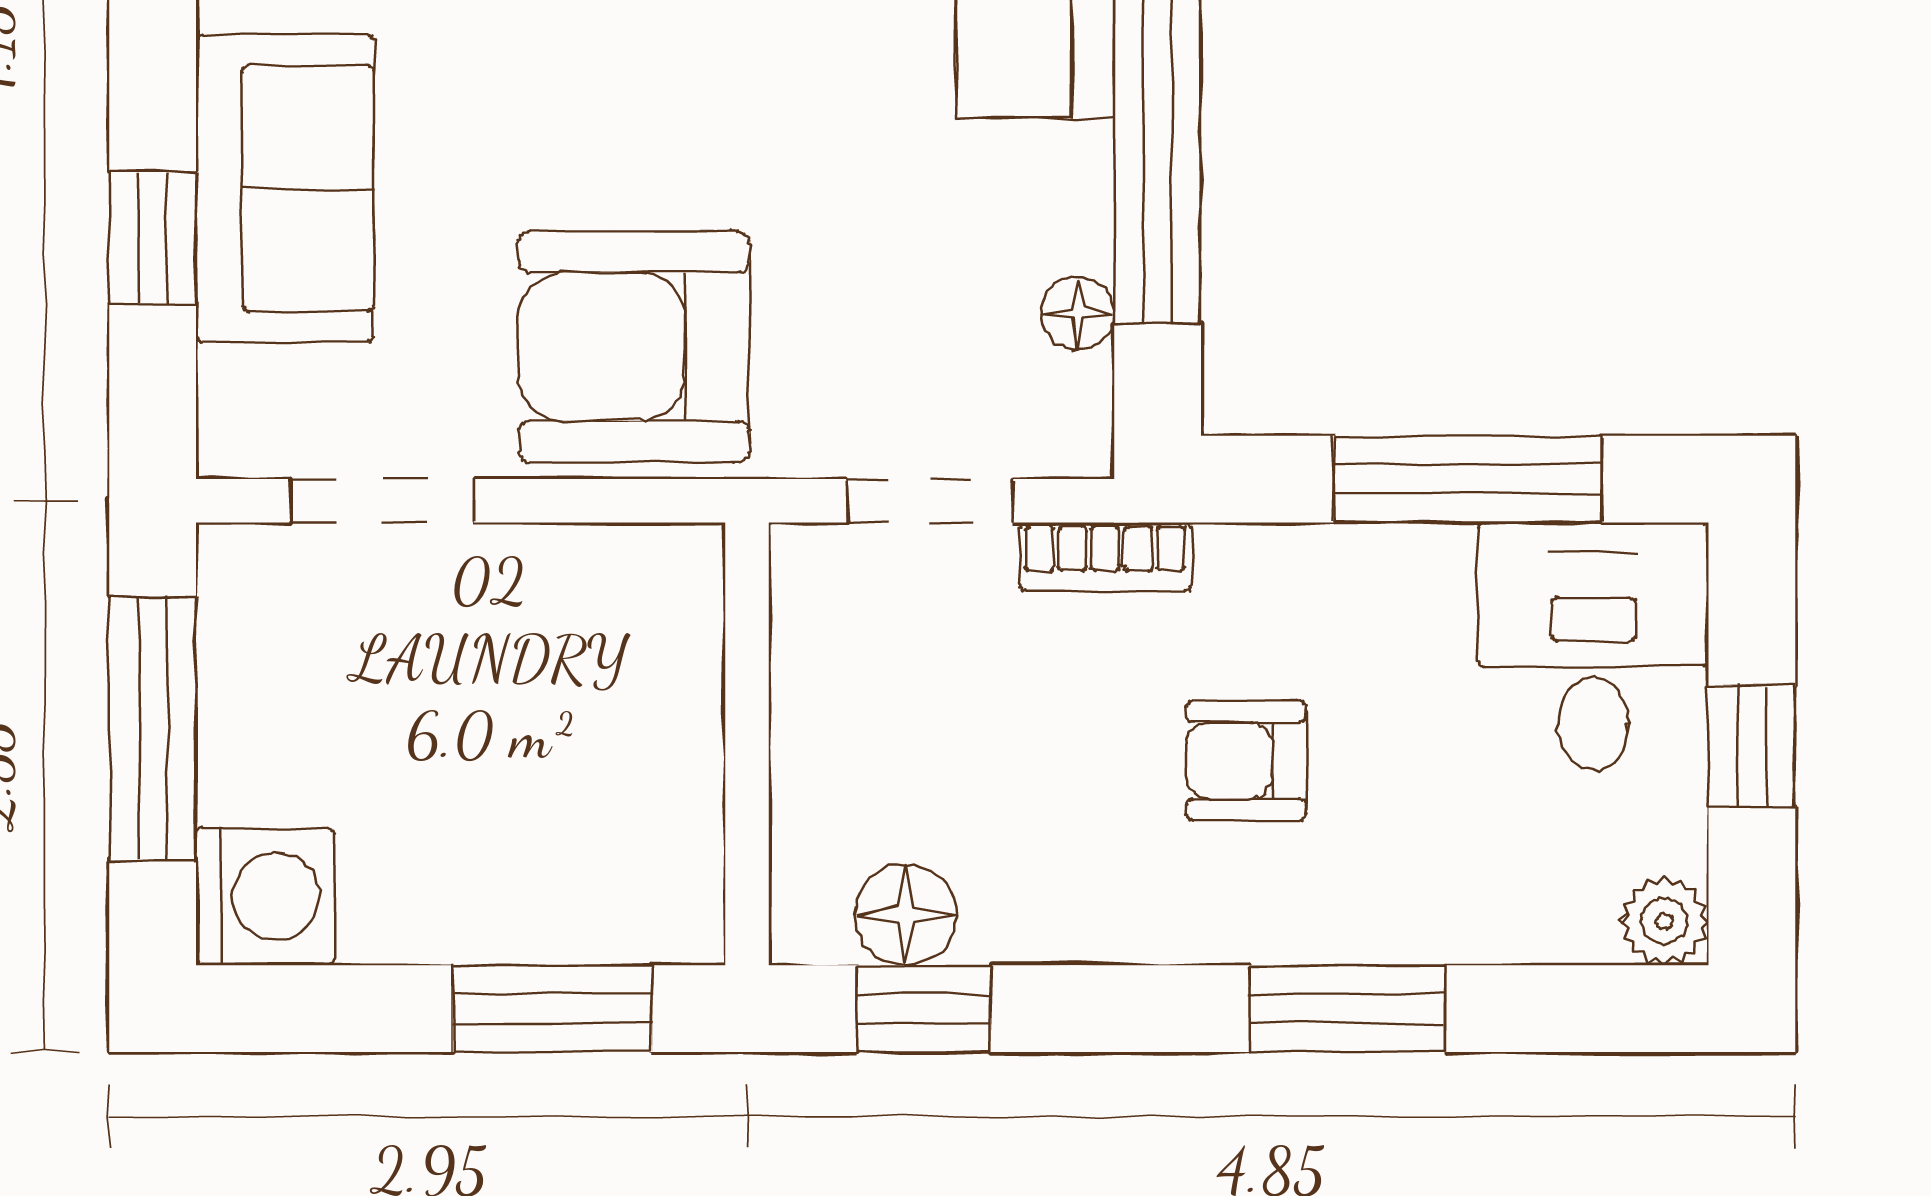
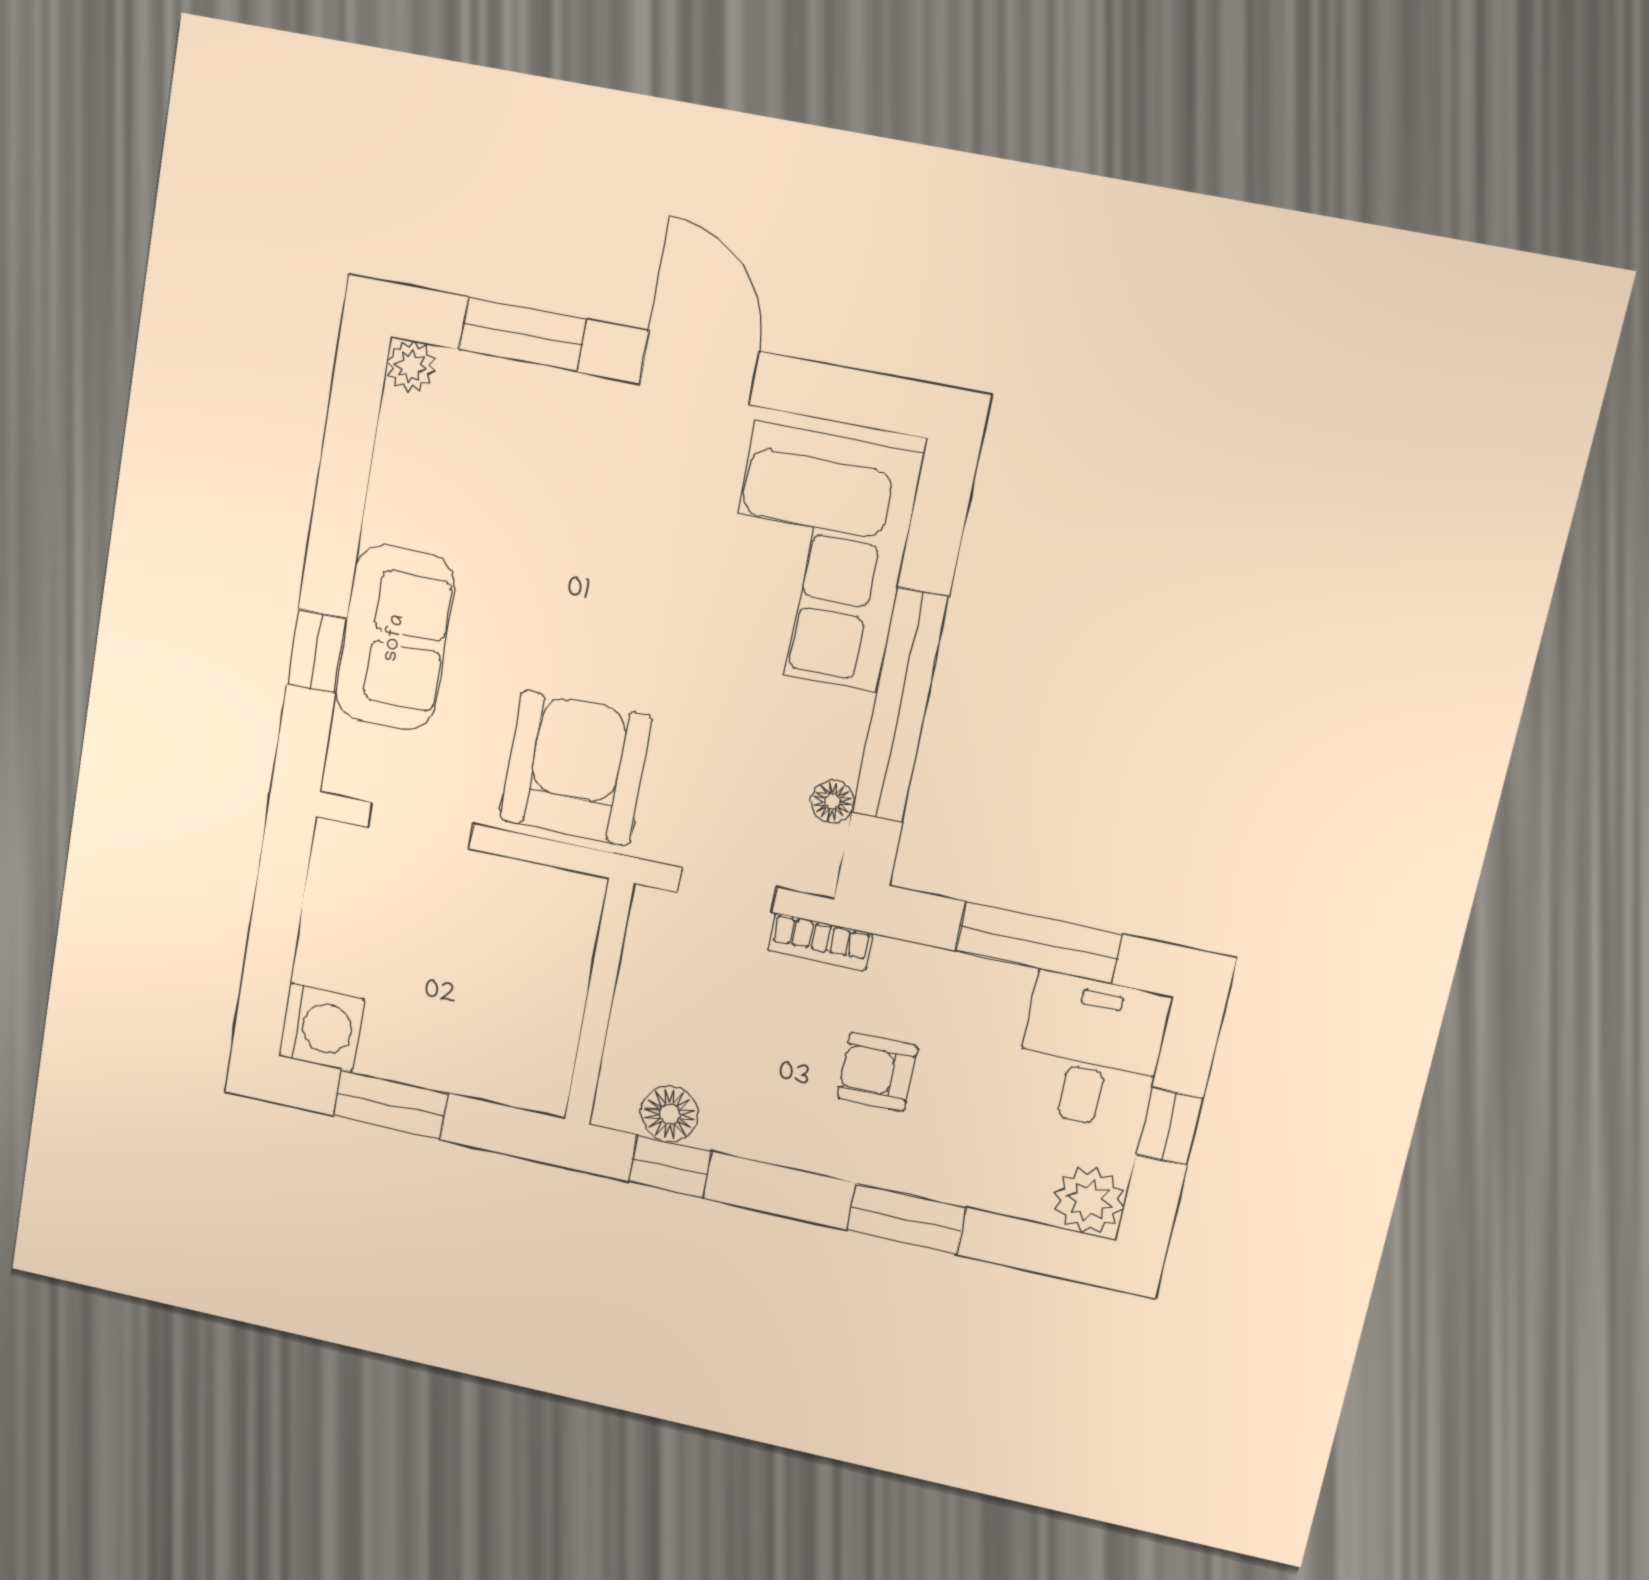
armchair: (634, 347) -> (576, 768), turned 90
window: (153, 729) -> (275, 924), removed
plant: (1664, 921) -> (1089, 1200), width x1.38, depth x1.38
window: (553, 1009) -> (391, 1104), moved

